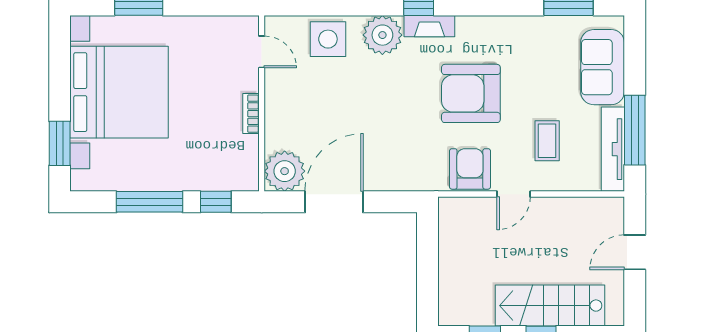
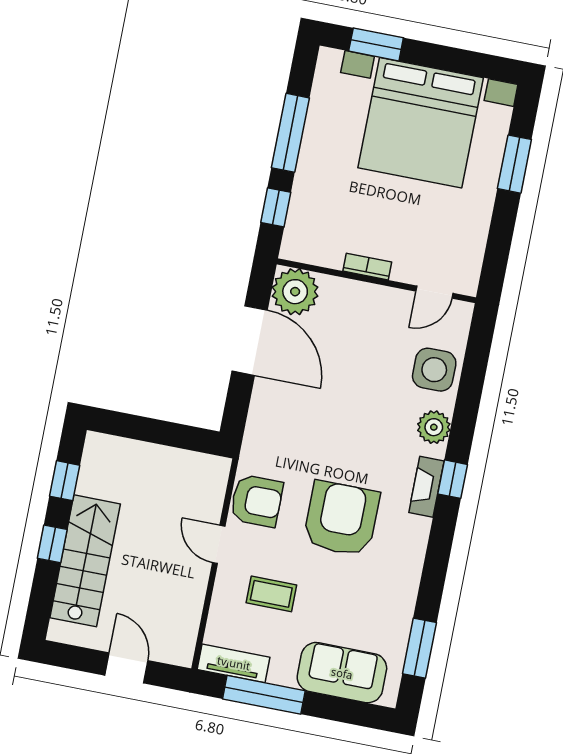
plant: (382, 35) -> (434, 427), width x0.73, depth x0.73
tv unit: (613, 149) -> (234, 663), width x0.71

